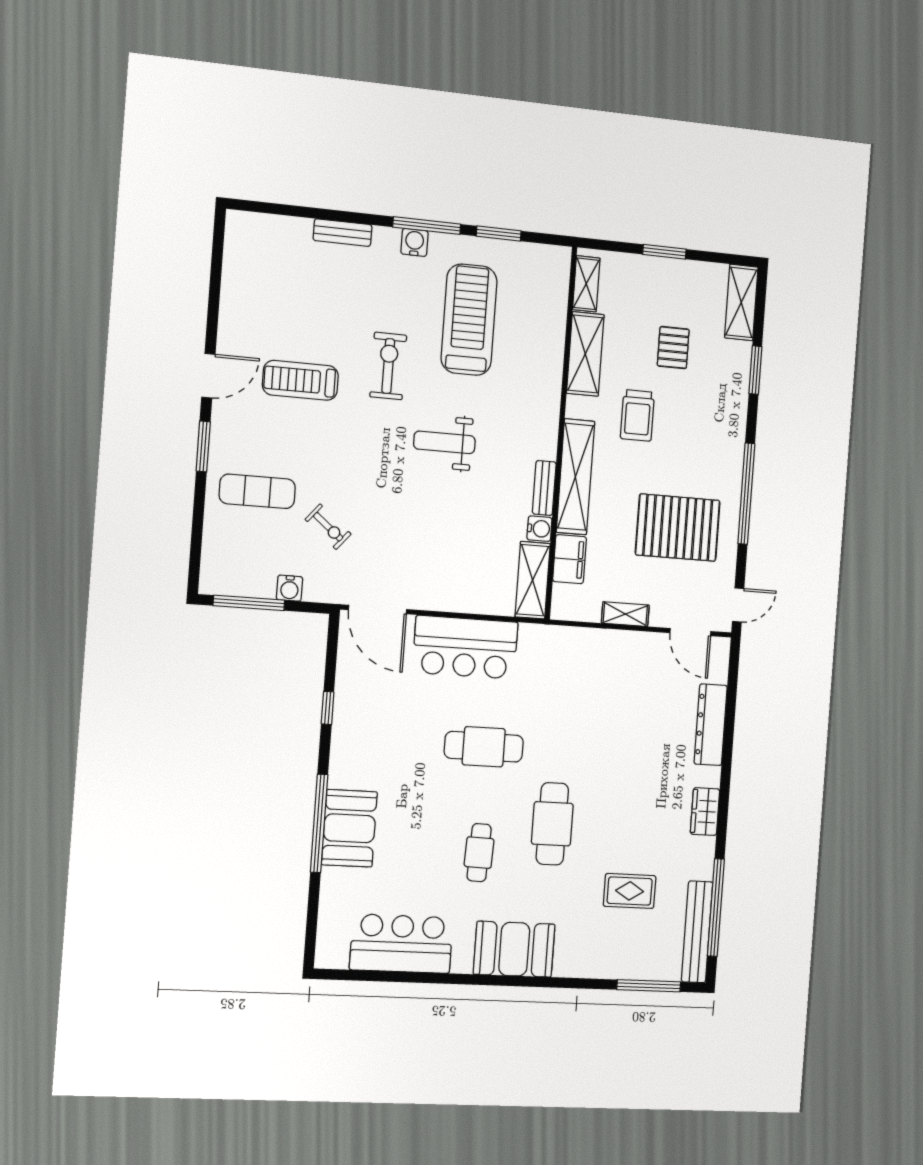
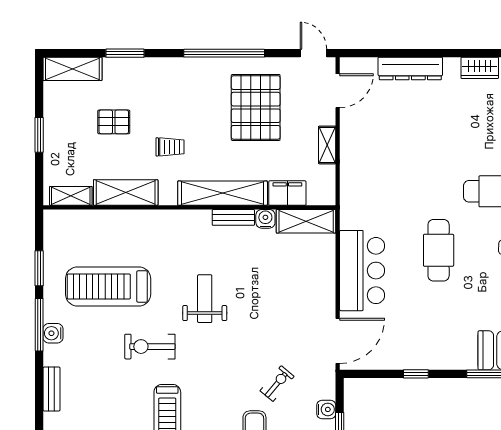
trolley: (637, 415) -> (170, 147), width x0.73, depth x0.72
weight bench: (444, 442) -> (205, 299), turned 180

